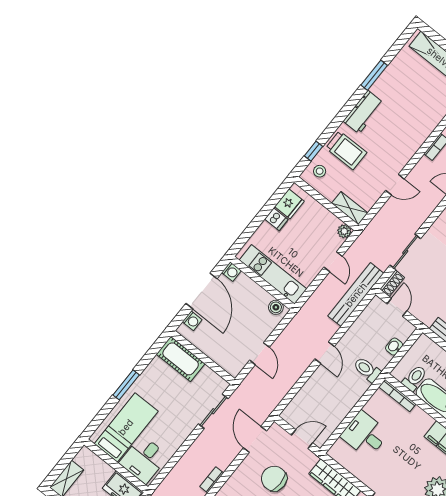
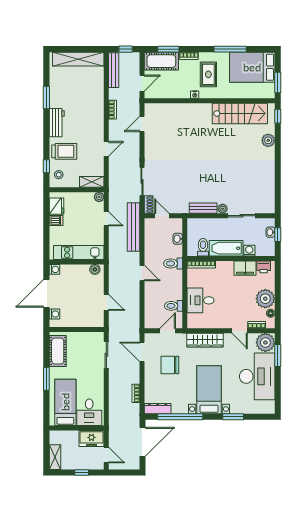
door: (202, 291) -> (46, 293), swing flipped
cot: (181, 359) -> (58, 351), moved, turned 90
toilet: (330, 417) -> (173, 306), added

